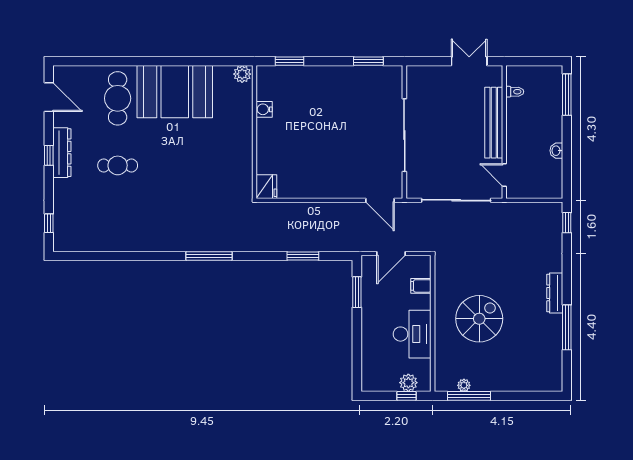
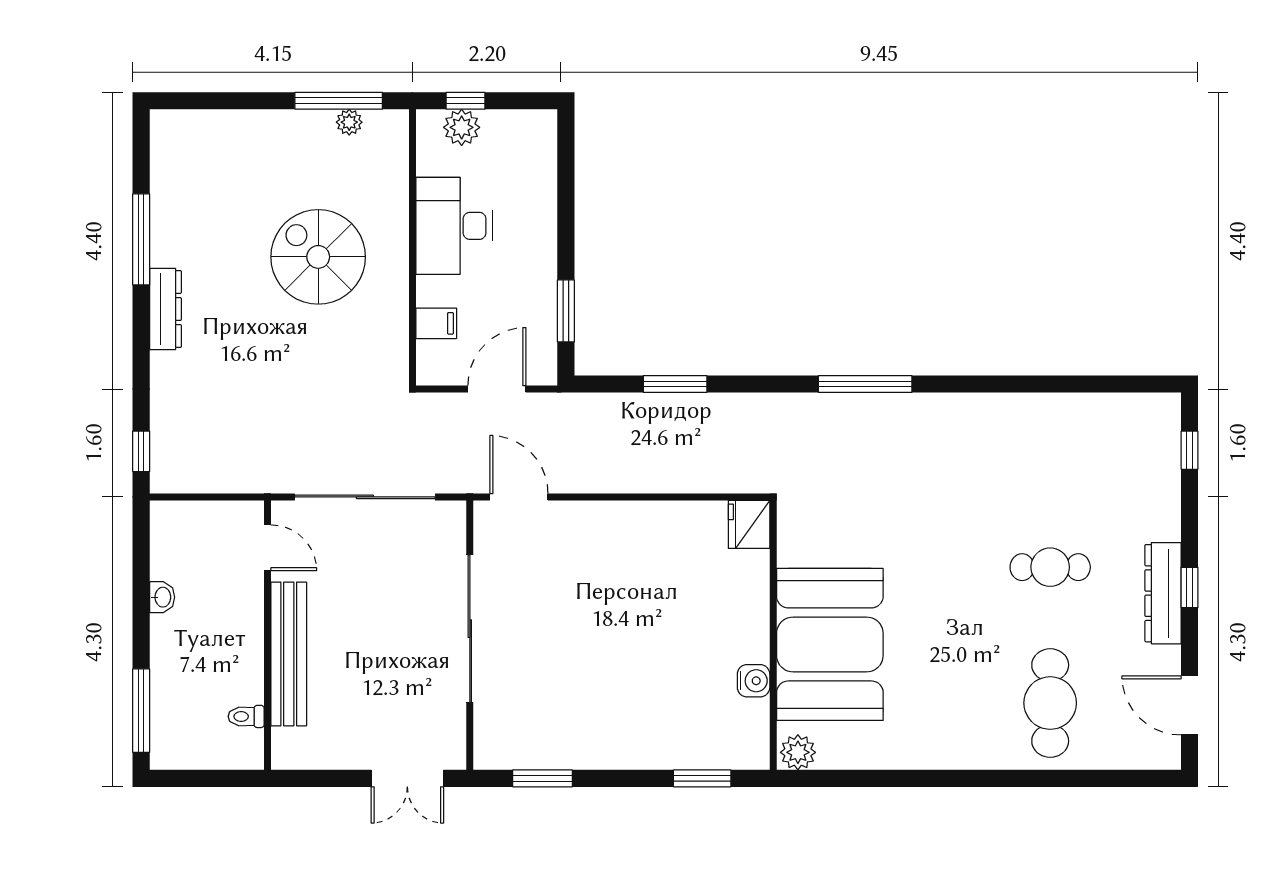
double door: (469, 61) -> (407, 778), moved
booth: (175, 92) -> (830, 644), moved, turned 90
spiral stairs: (479, 319) -> (318, 257), turned 90

